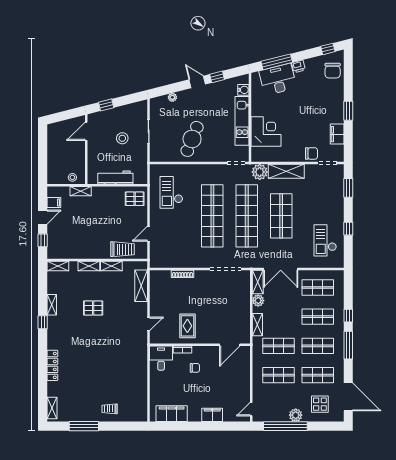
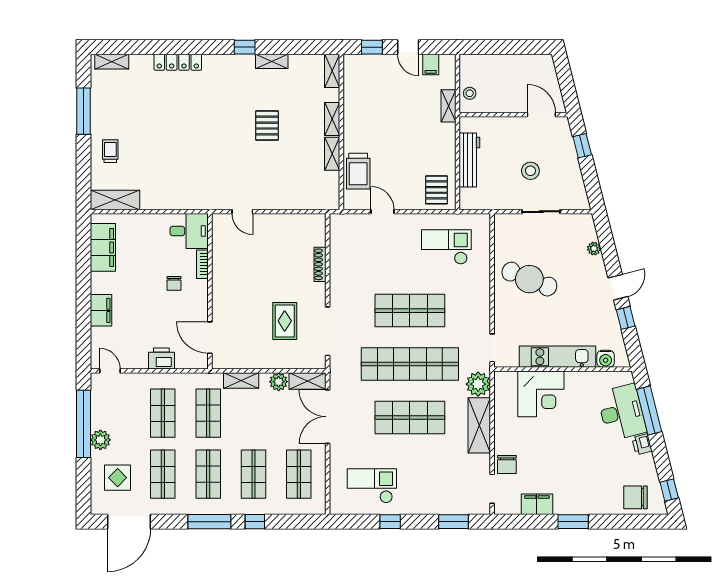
shop shelf: (212, 216) -> (410, 311), width x0.71
shelving: (141, 286) -> (115, 200), moved
rug: (187, 326) -> (285, 321), moved, turned 90
printer: (243, 376) -> (161, 359), added

